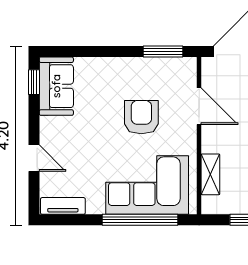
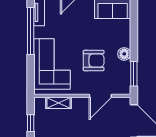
floor lamp: (131, 67) -> (124, 54), added
window: (140, 220) -> (31, 31), moved

